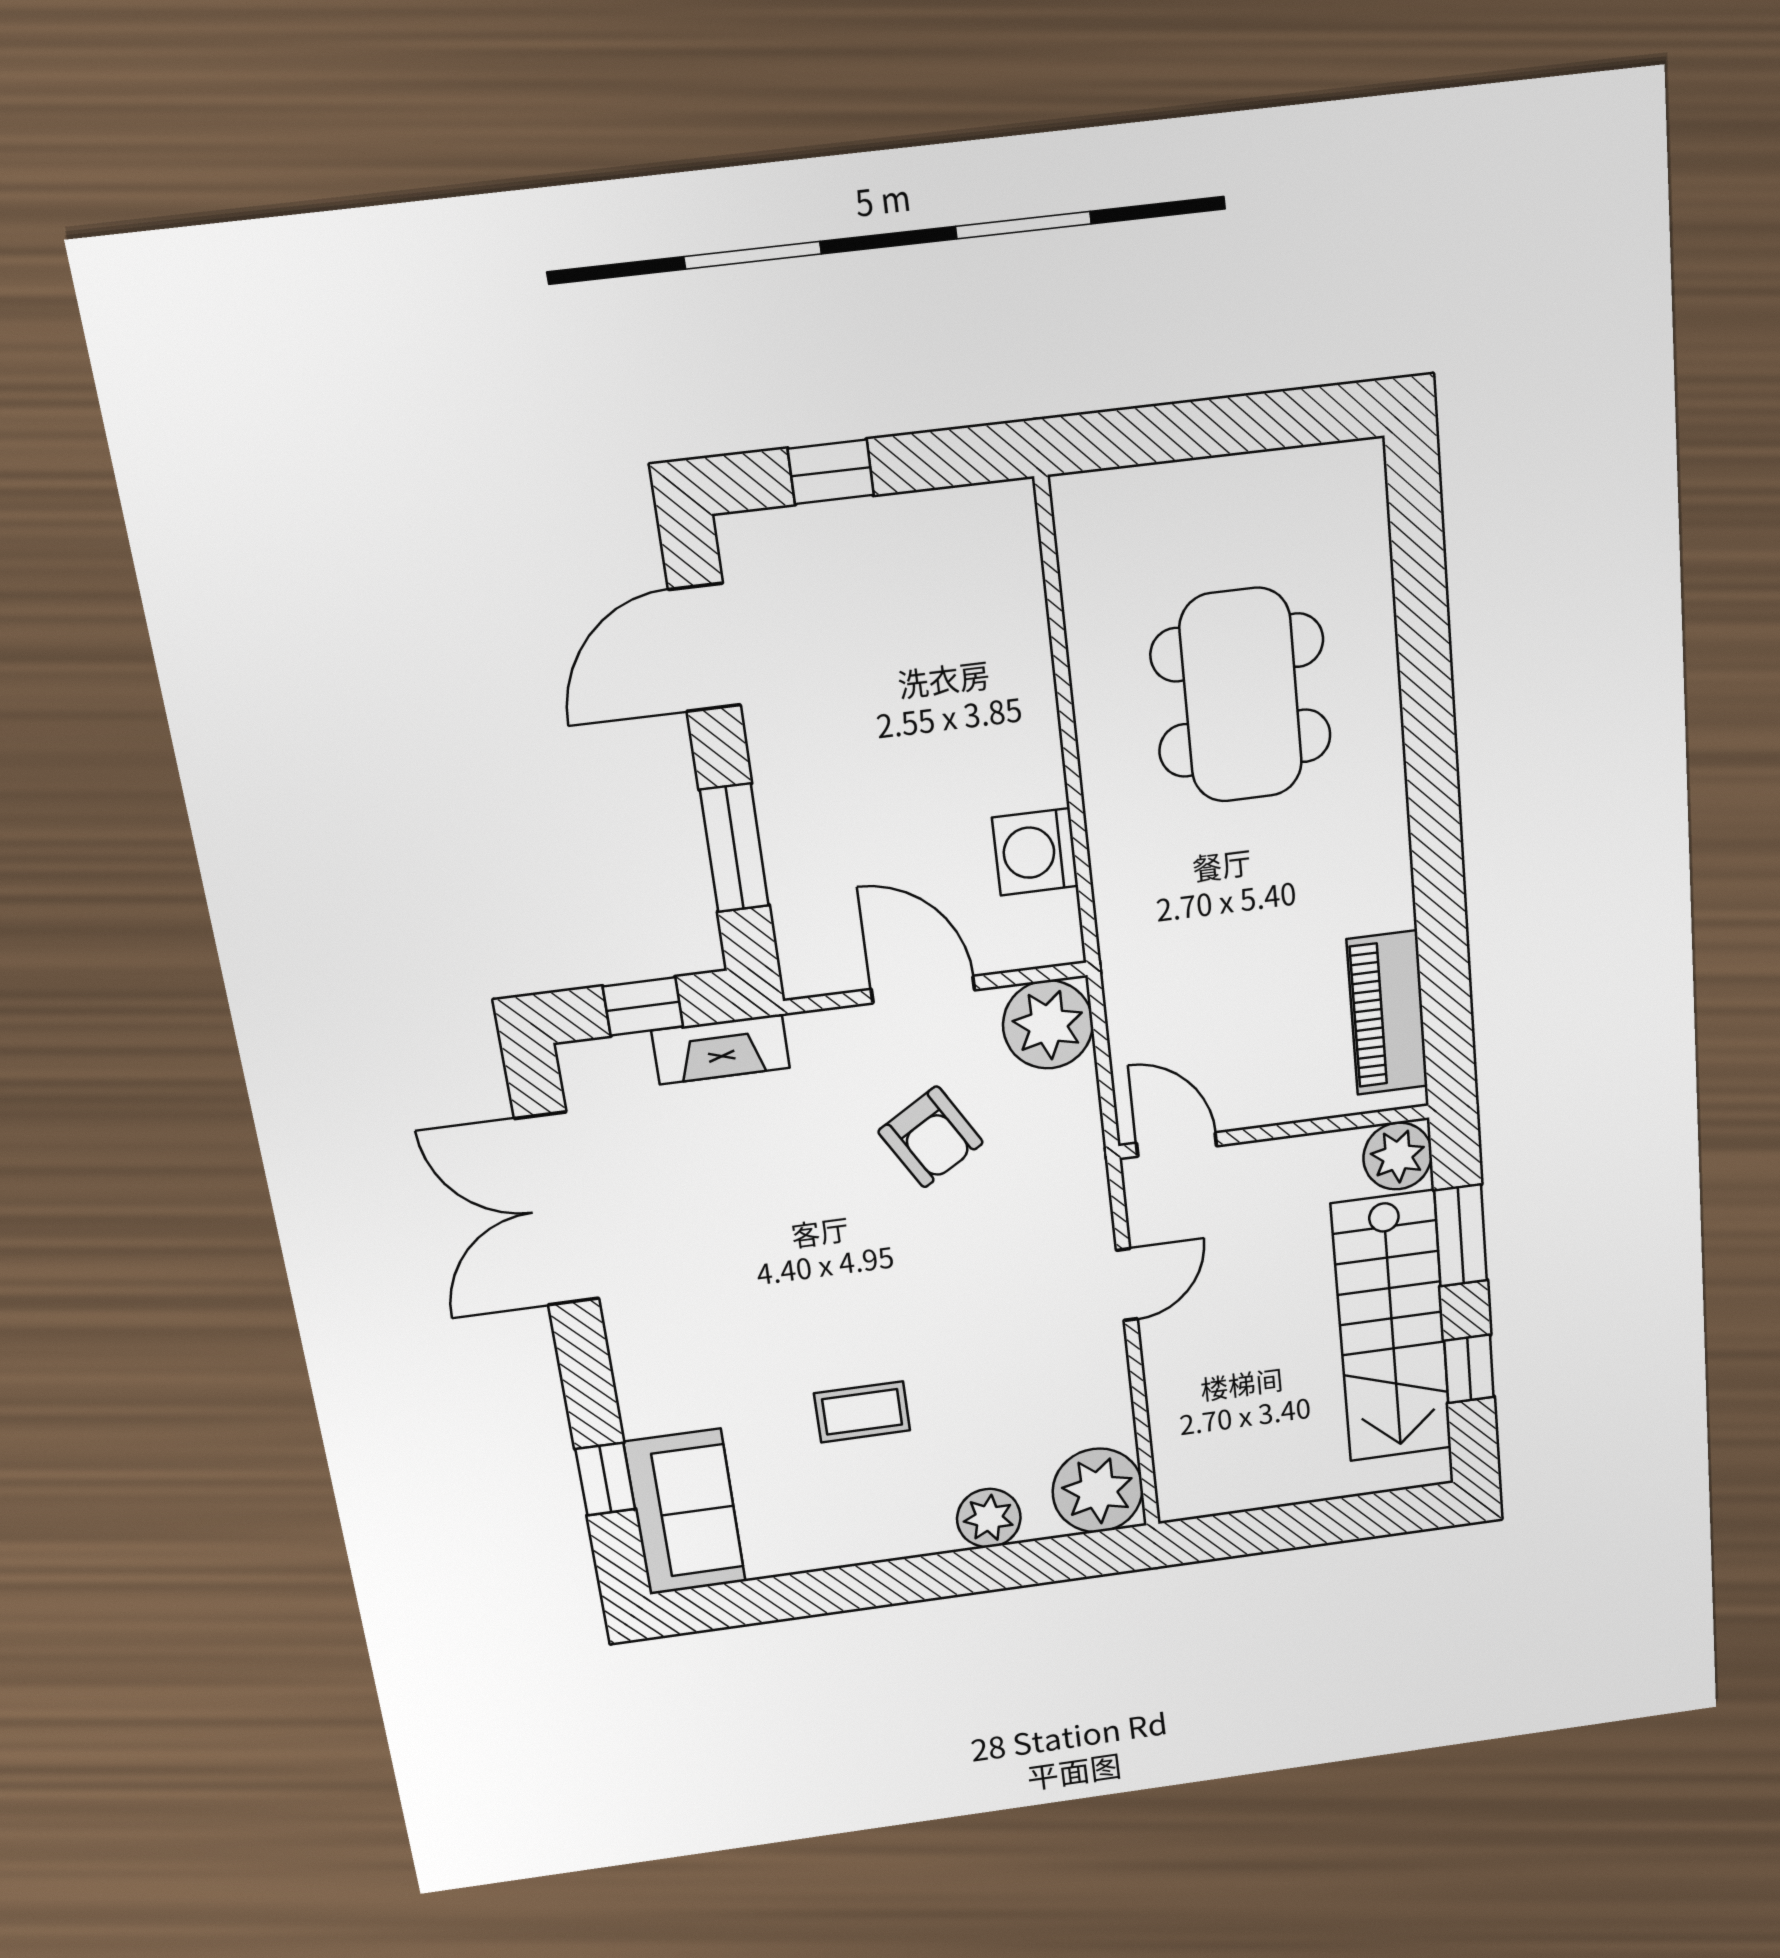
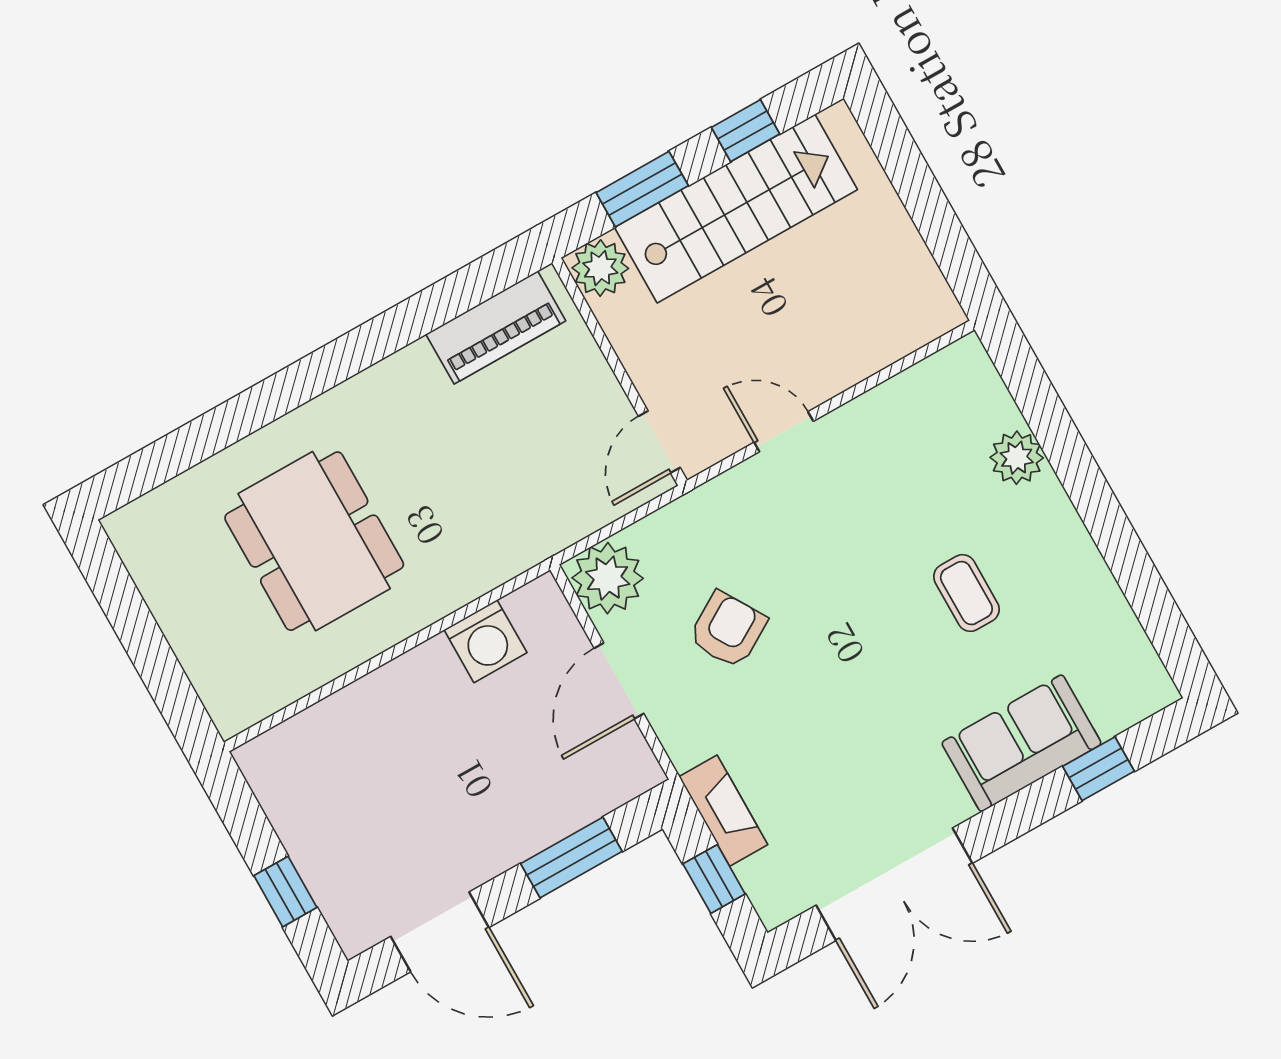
dining table: (1241, 696) -> (314, 541), turned 90
plant: (1098, 1490) -> (960, 381), removed
sofa: (685, 1512) -> (1021, 743), moved

